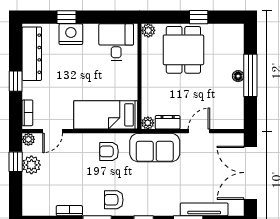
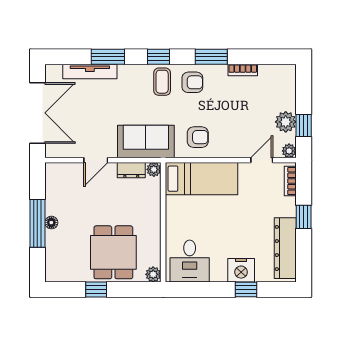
coffee table: (140, 200) -> (162, 82), added

